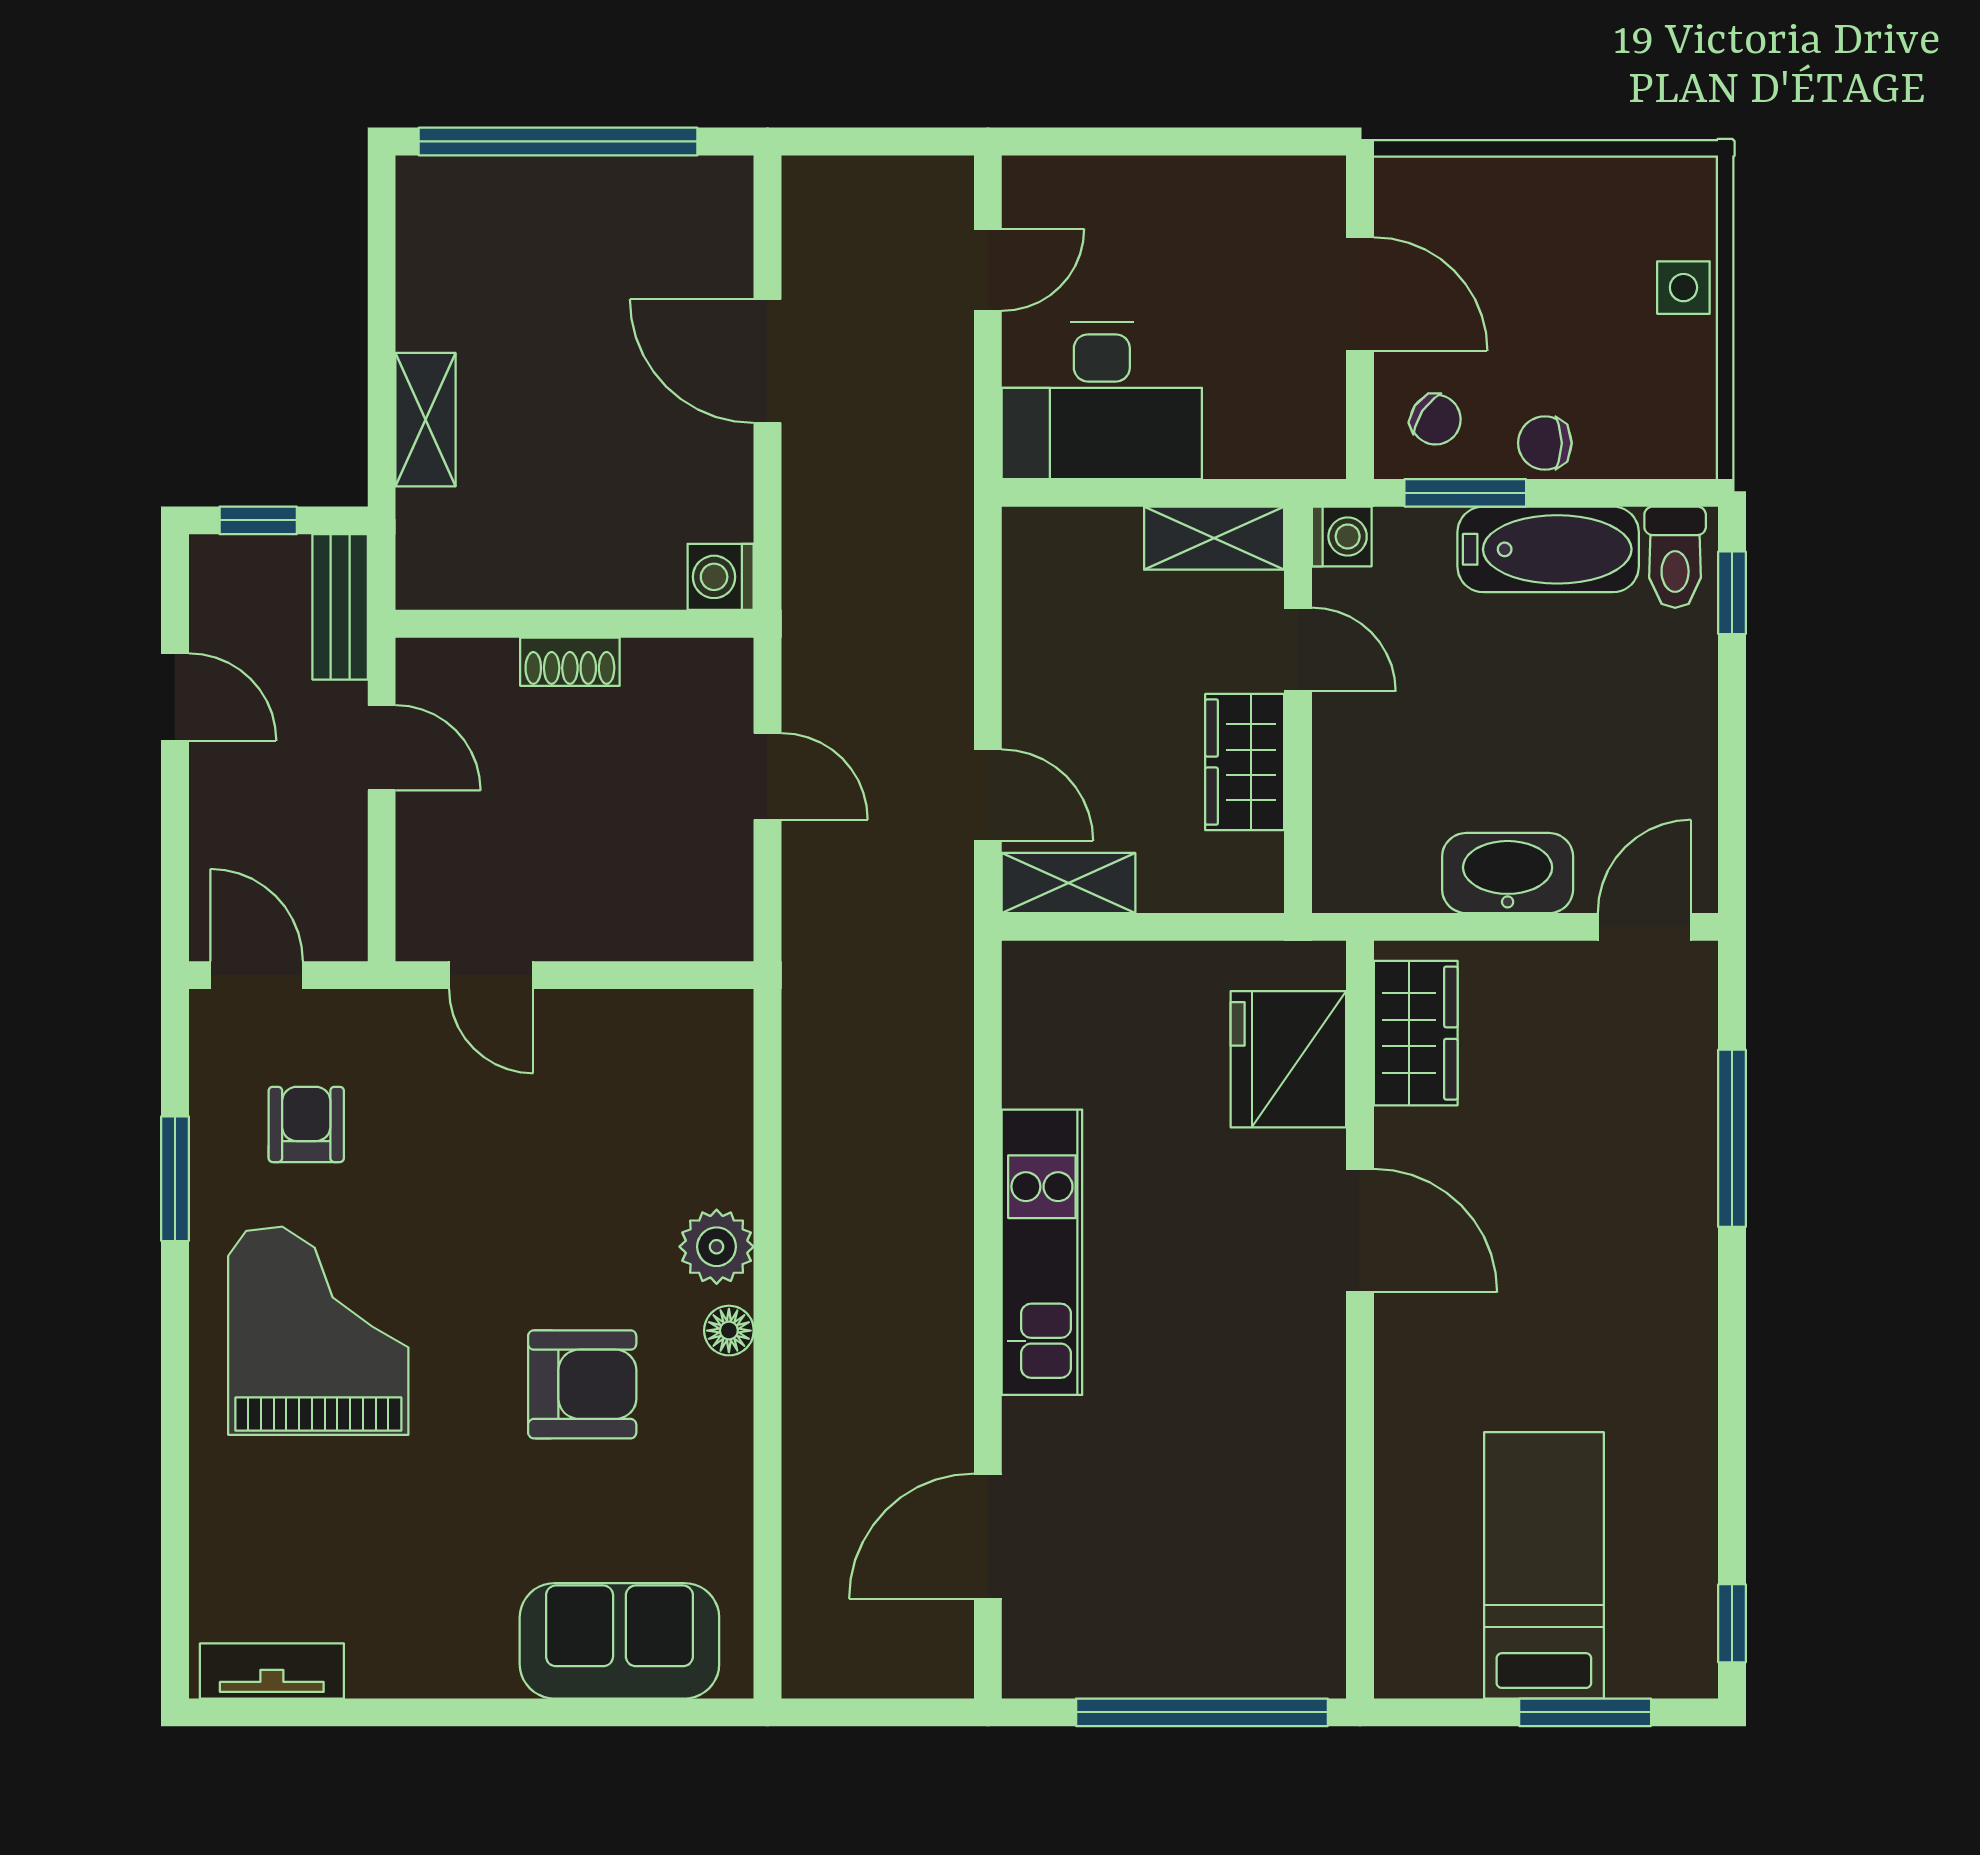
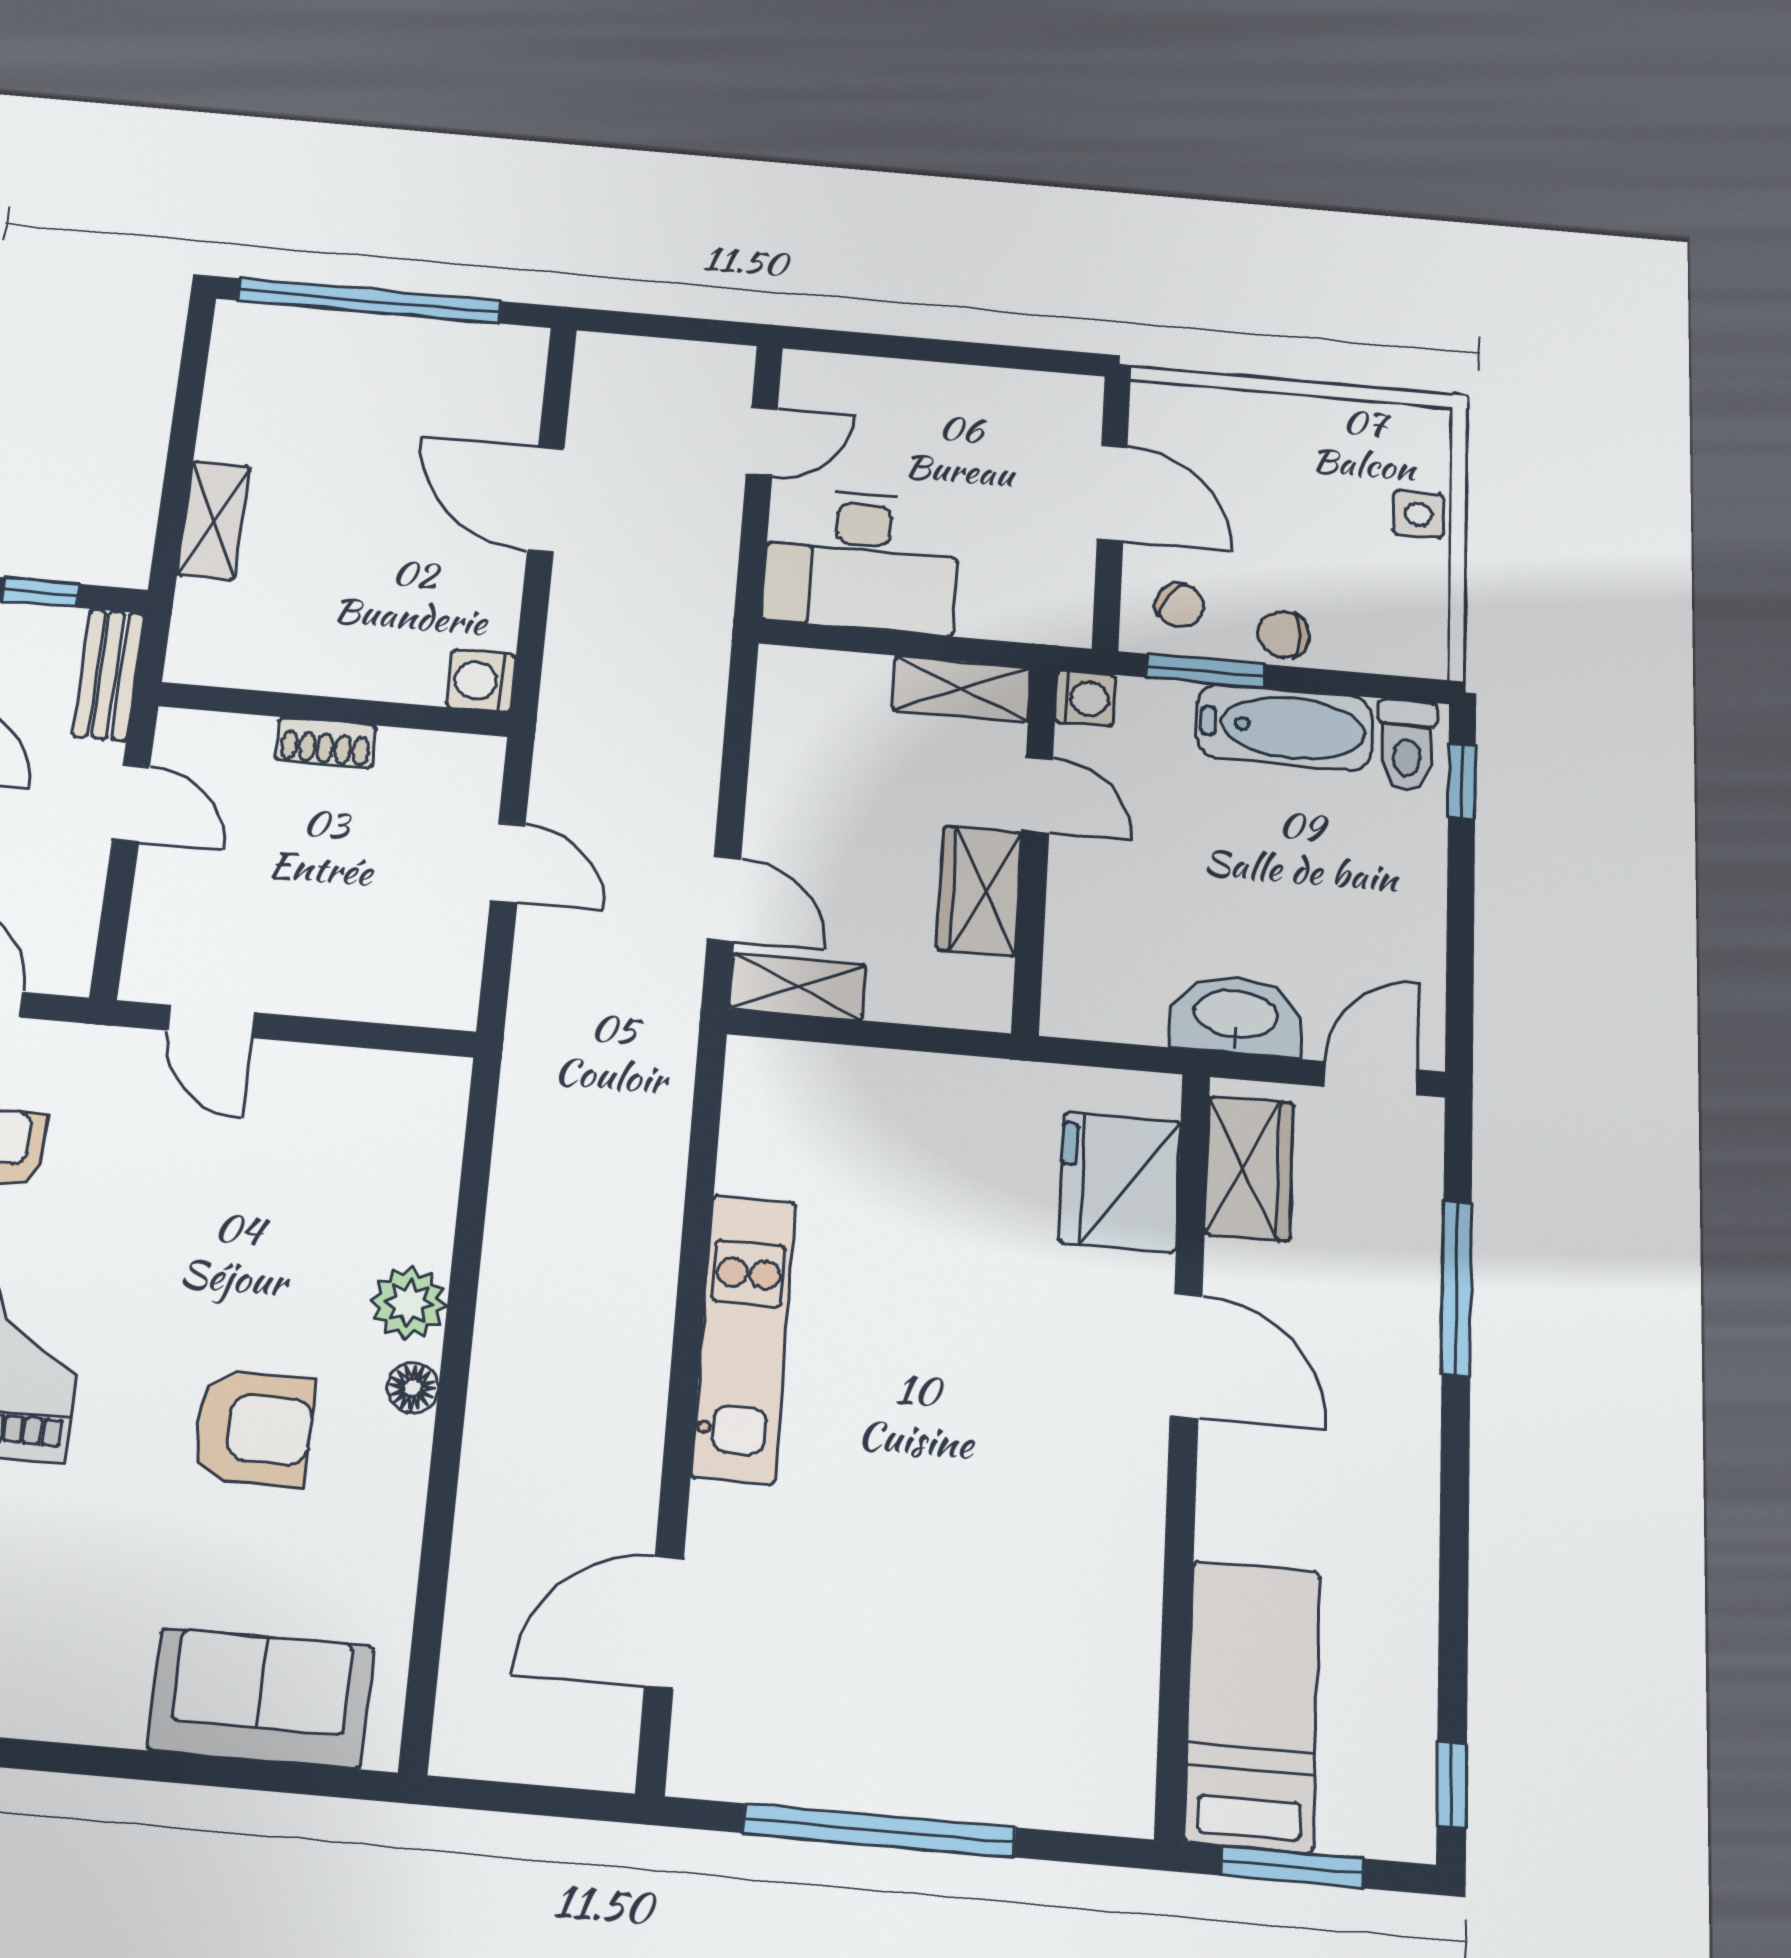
wardrobe: (1416, 1033) -> (1249, 1168), moved
fridge: (1288, 1059) -> (1120, 1182), moved
door: (1360, 1231) -> (1186, 1356), moved
wall: (1360, 1320) -> (1183, 1445), moved

